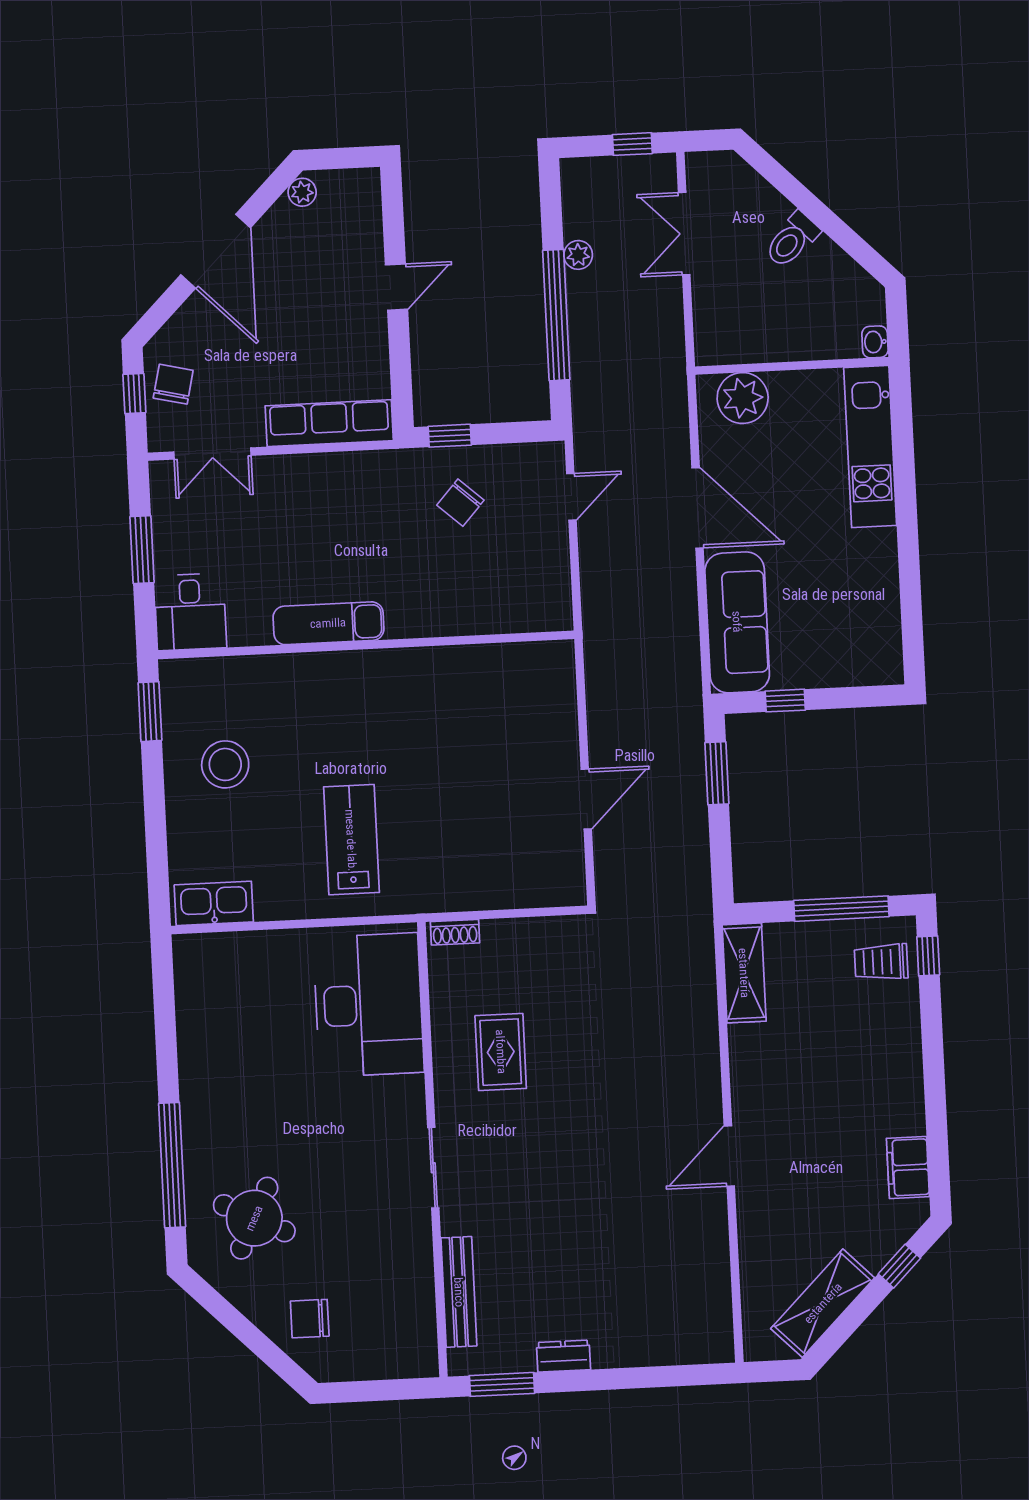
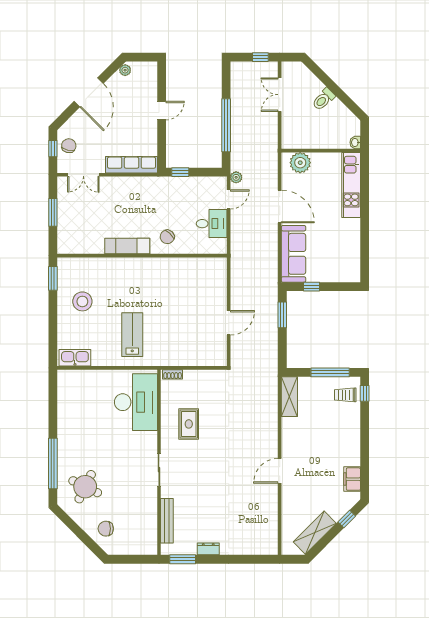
plant: (578, 255) -> (236, 177), moved
chair: (460, 503) -> (167, 237), moved
desk: (190, 612) -> (212, 224), moved, turned -90

